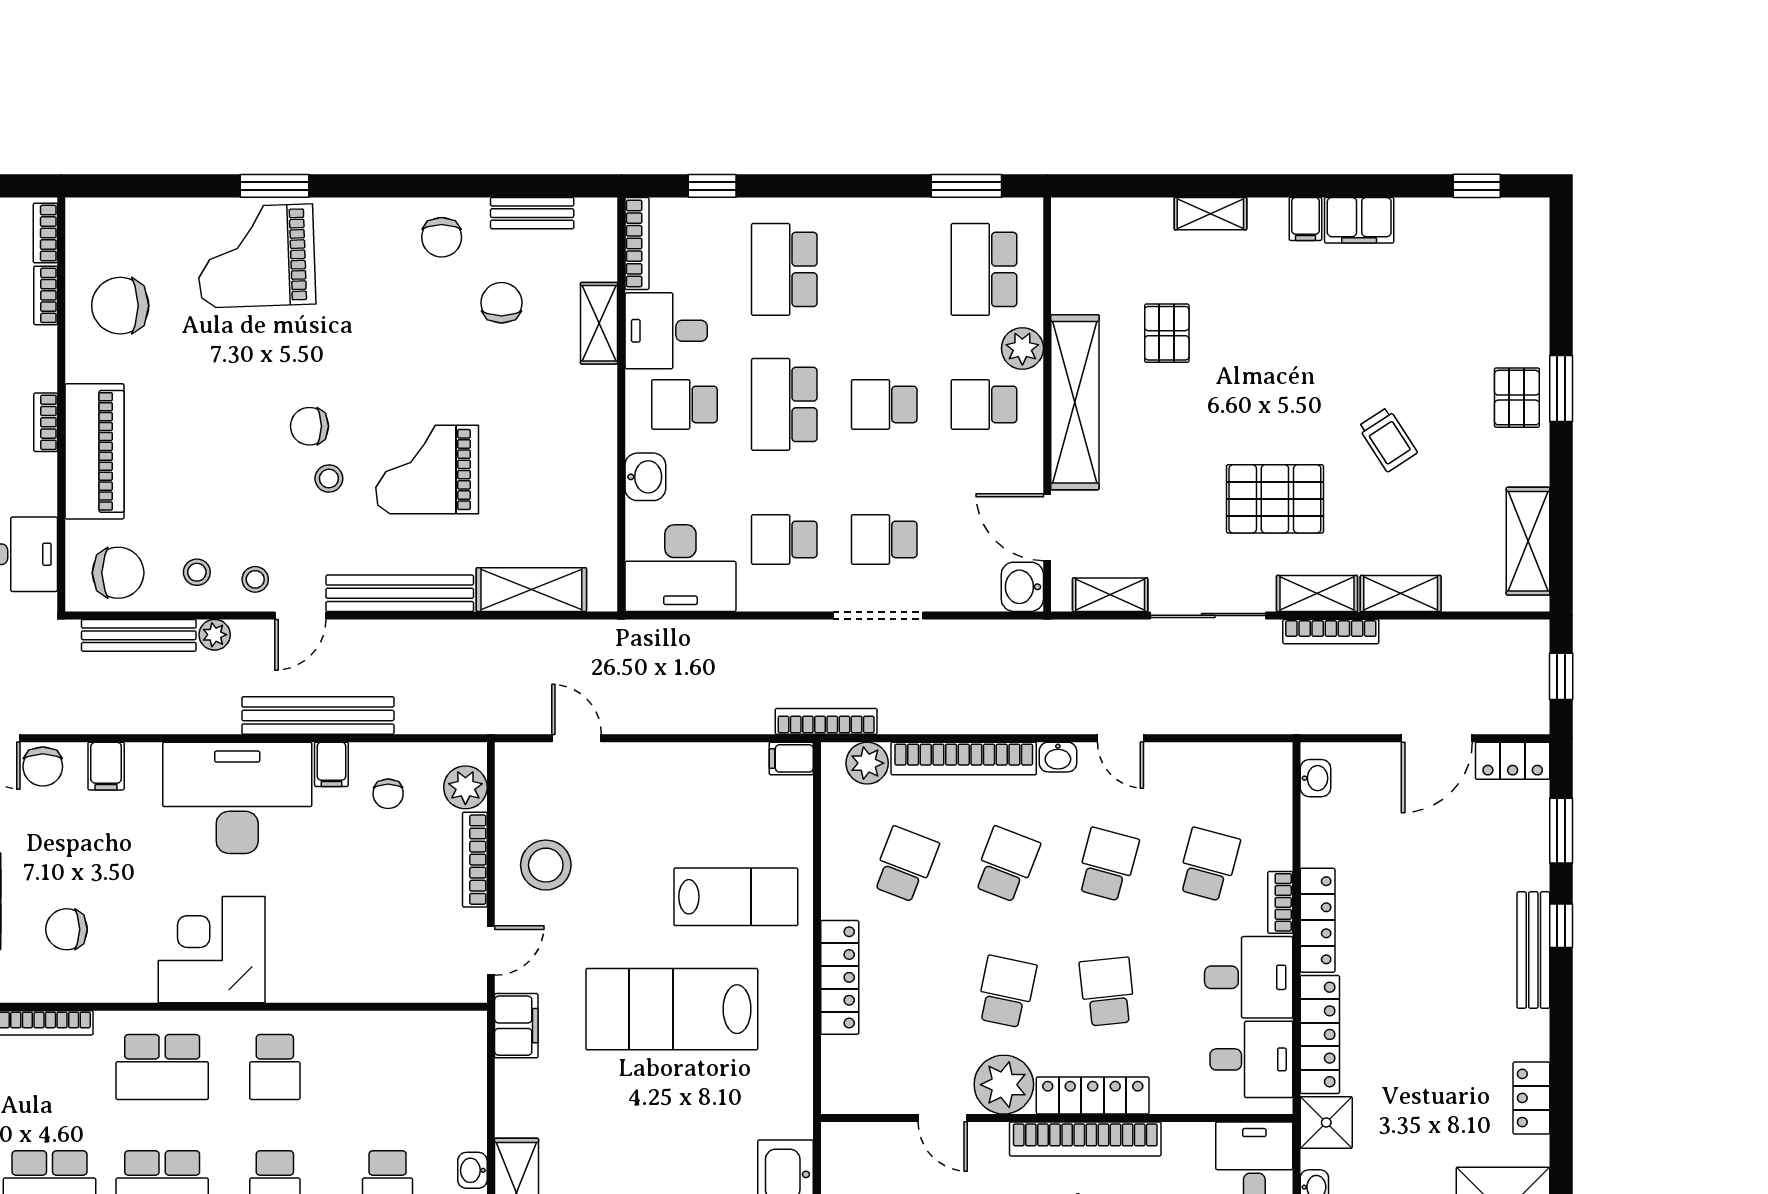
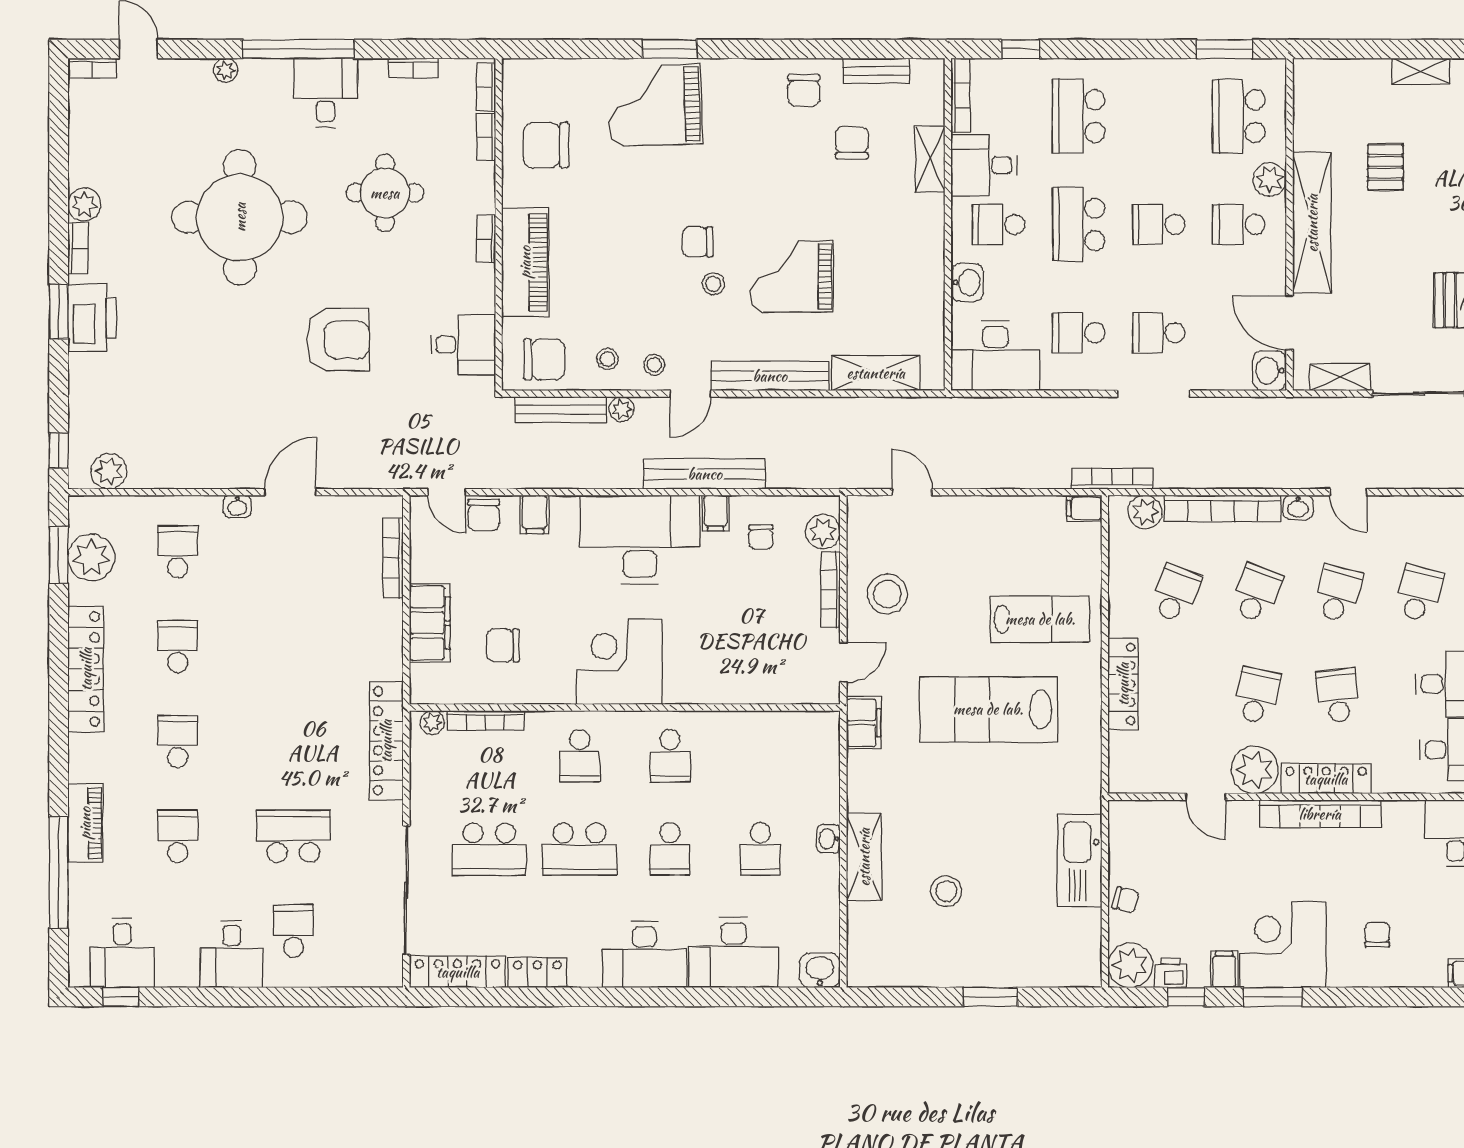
school desk: (162, 1067) -> (580, 756), width x0.54

